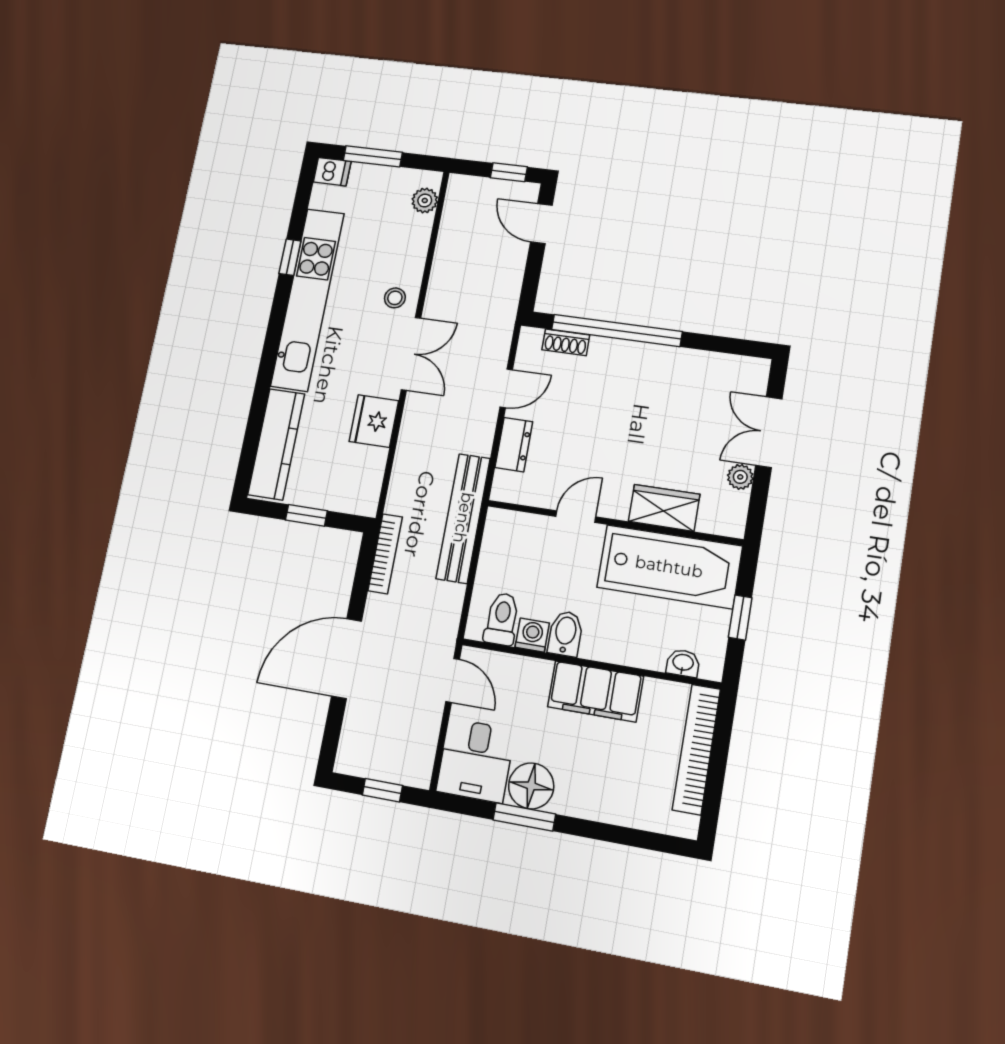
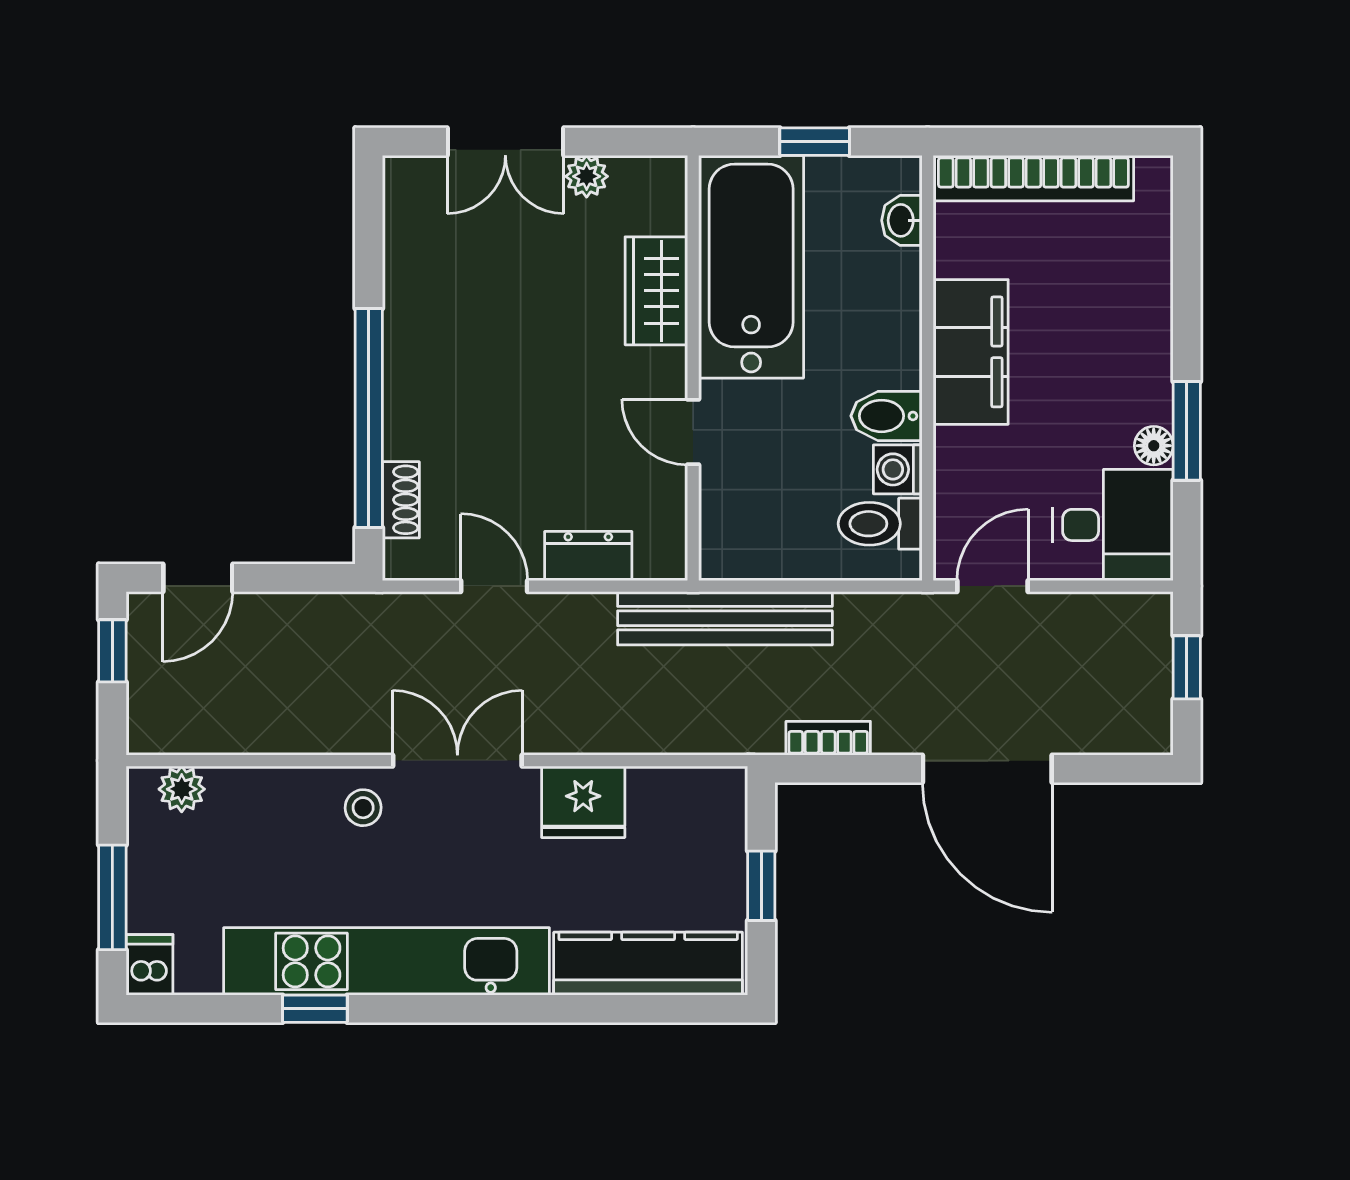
bookcase: (385, 554) -> (828, 738), width x0.64
floor lamp: (531, 786) -> (1154, 446), width x0.53, depth x0.53

